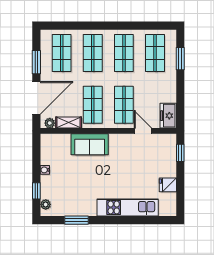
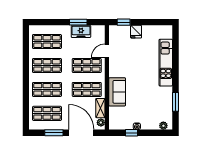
window: (180, 59) -> (78, 22), moved
freezer: (168, 116) -> (81, 31), moved
fridge: (168, 185) -> (136, 32), moved
window: (36, 191) -> (131, 133), moved

